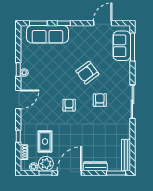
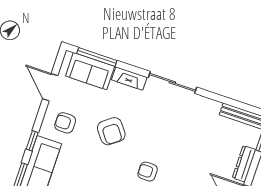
fireplace: (126, 73) -> (129, 78), added
armchair: (100, 100) -> (65, 123), moved

